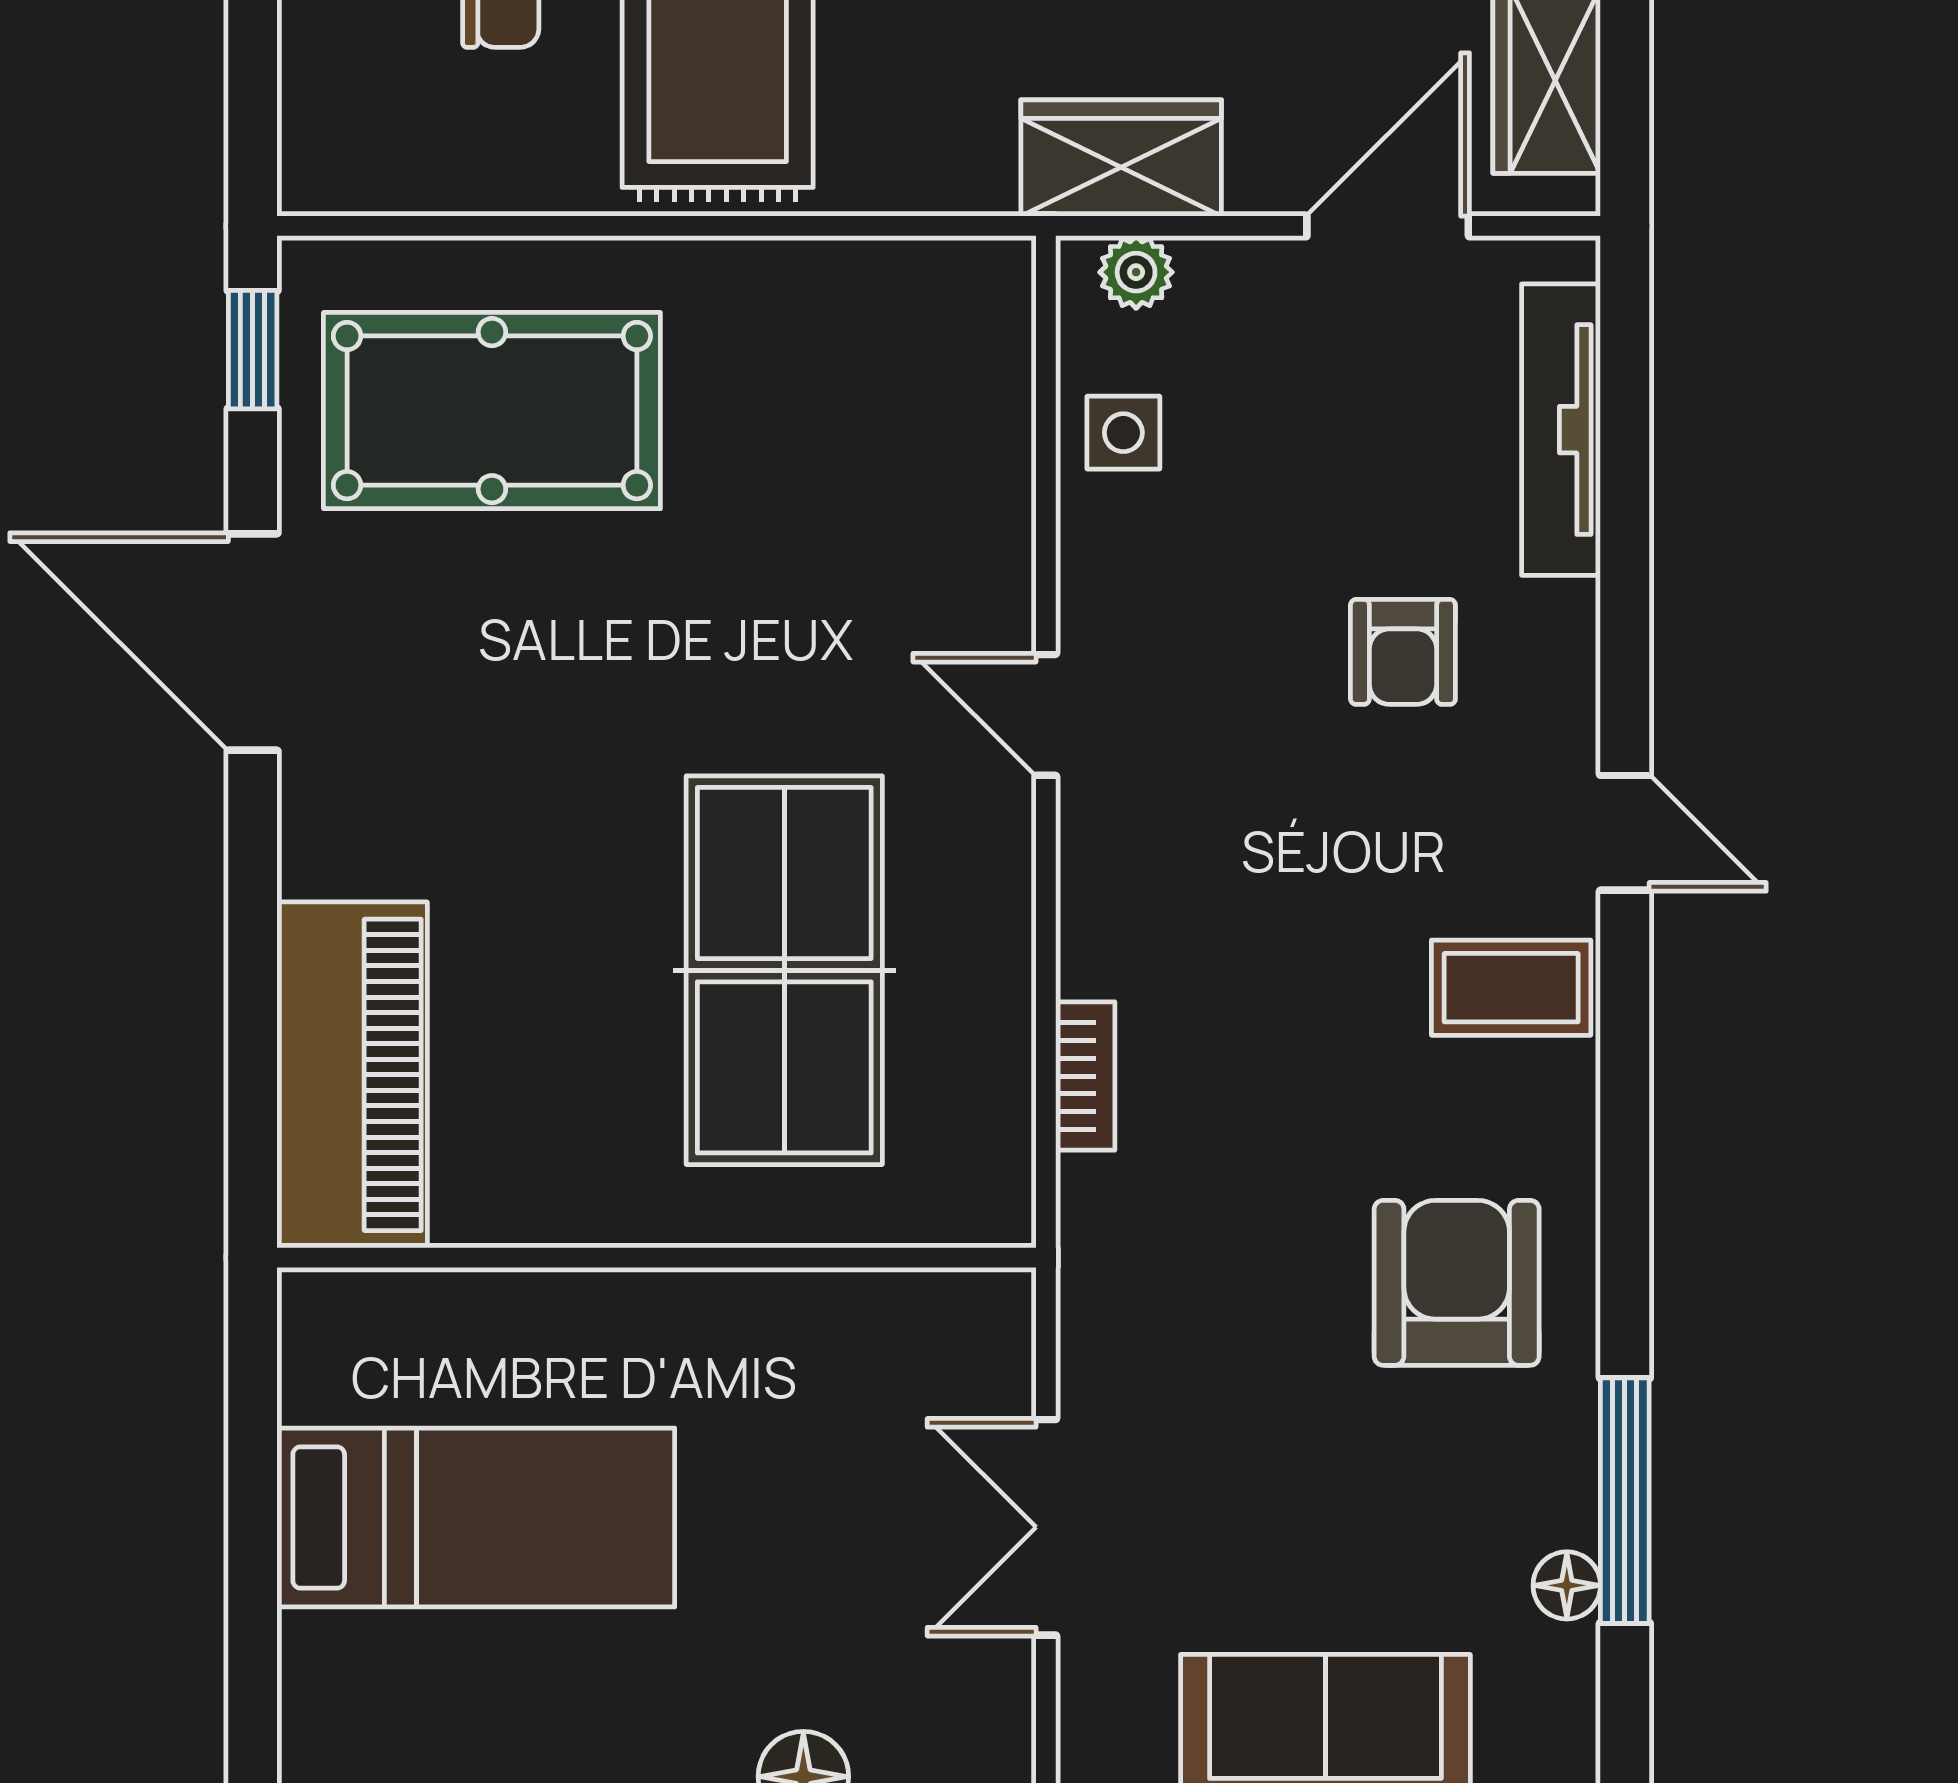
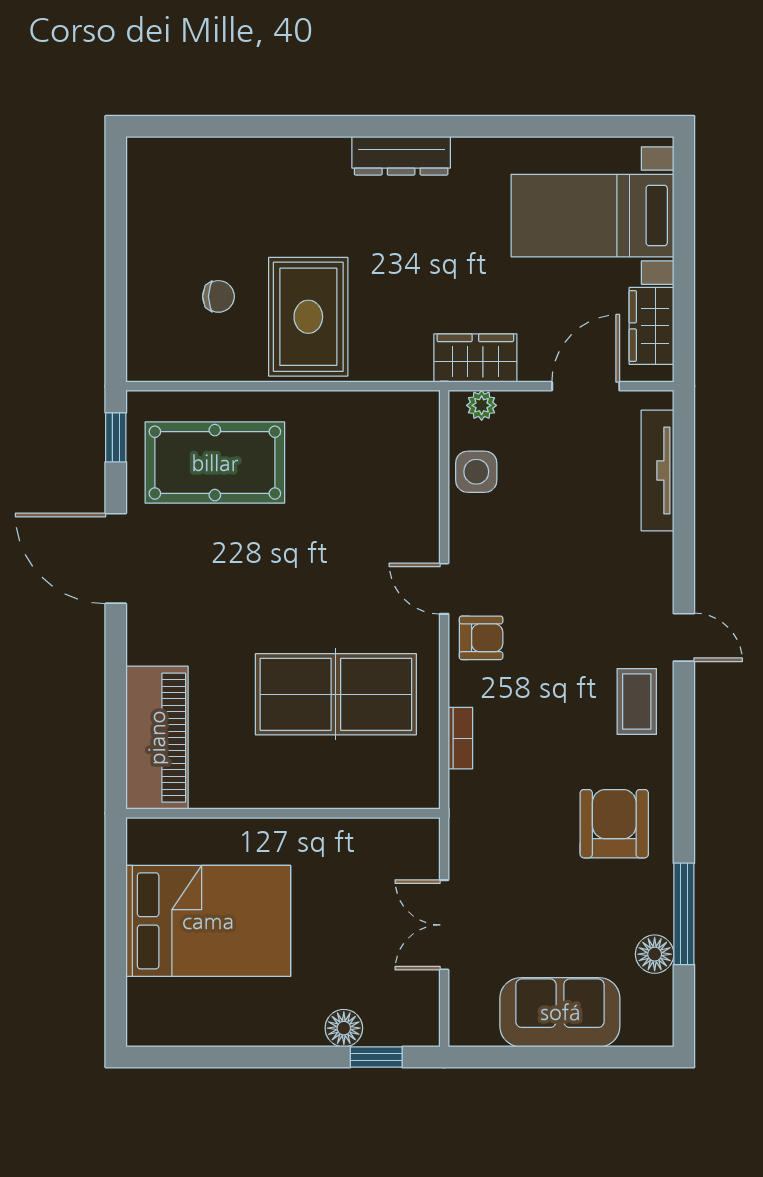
side table: (1123, 433) -> (476, 472), width x1.37, depth x1.37
armchair: (1403, 652) -> (481, 638), moved, turned -90
table tennis table: (784, 970) -> (336, 694), turned 90
coffee table: (1511, 988) -> (637, 702), turned 90
bed: (476, 1517) -> (208, 921), width x1.50
floor lamp: (1567, 1585) -> (655, 954), width x1.37, depth x1.37

